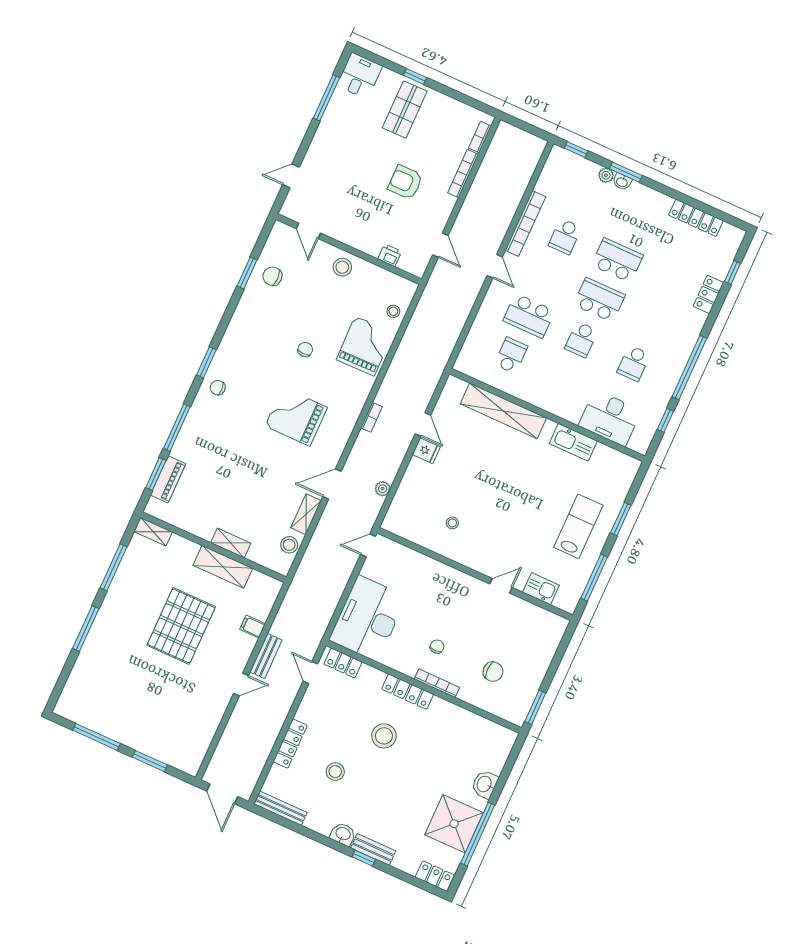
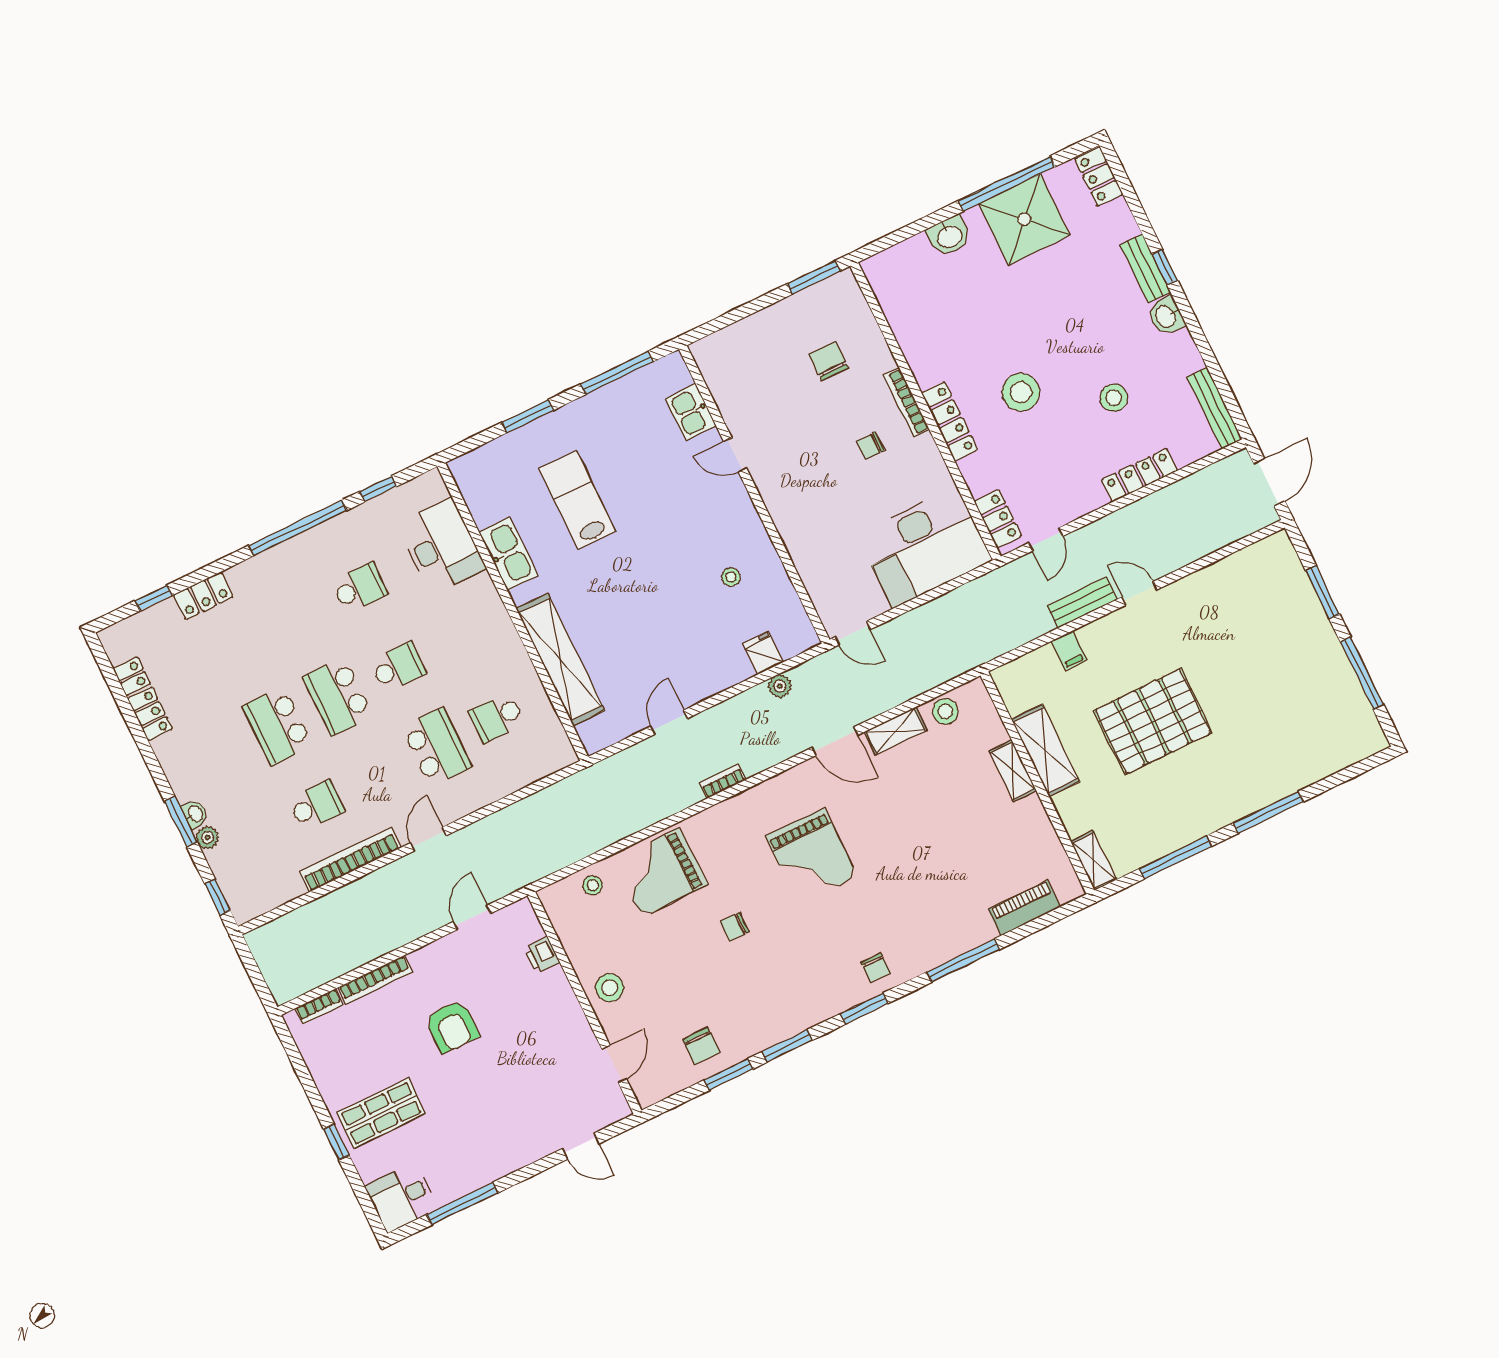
fridge: (426, 451) -> (763, 653), moved
window: (156, 474) -> (787, 1046), moved
lab bench: (578, 526) -> (577, 500), moved, turned 90

